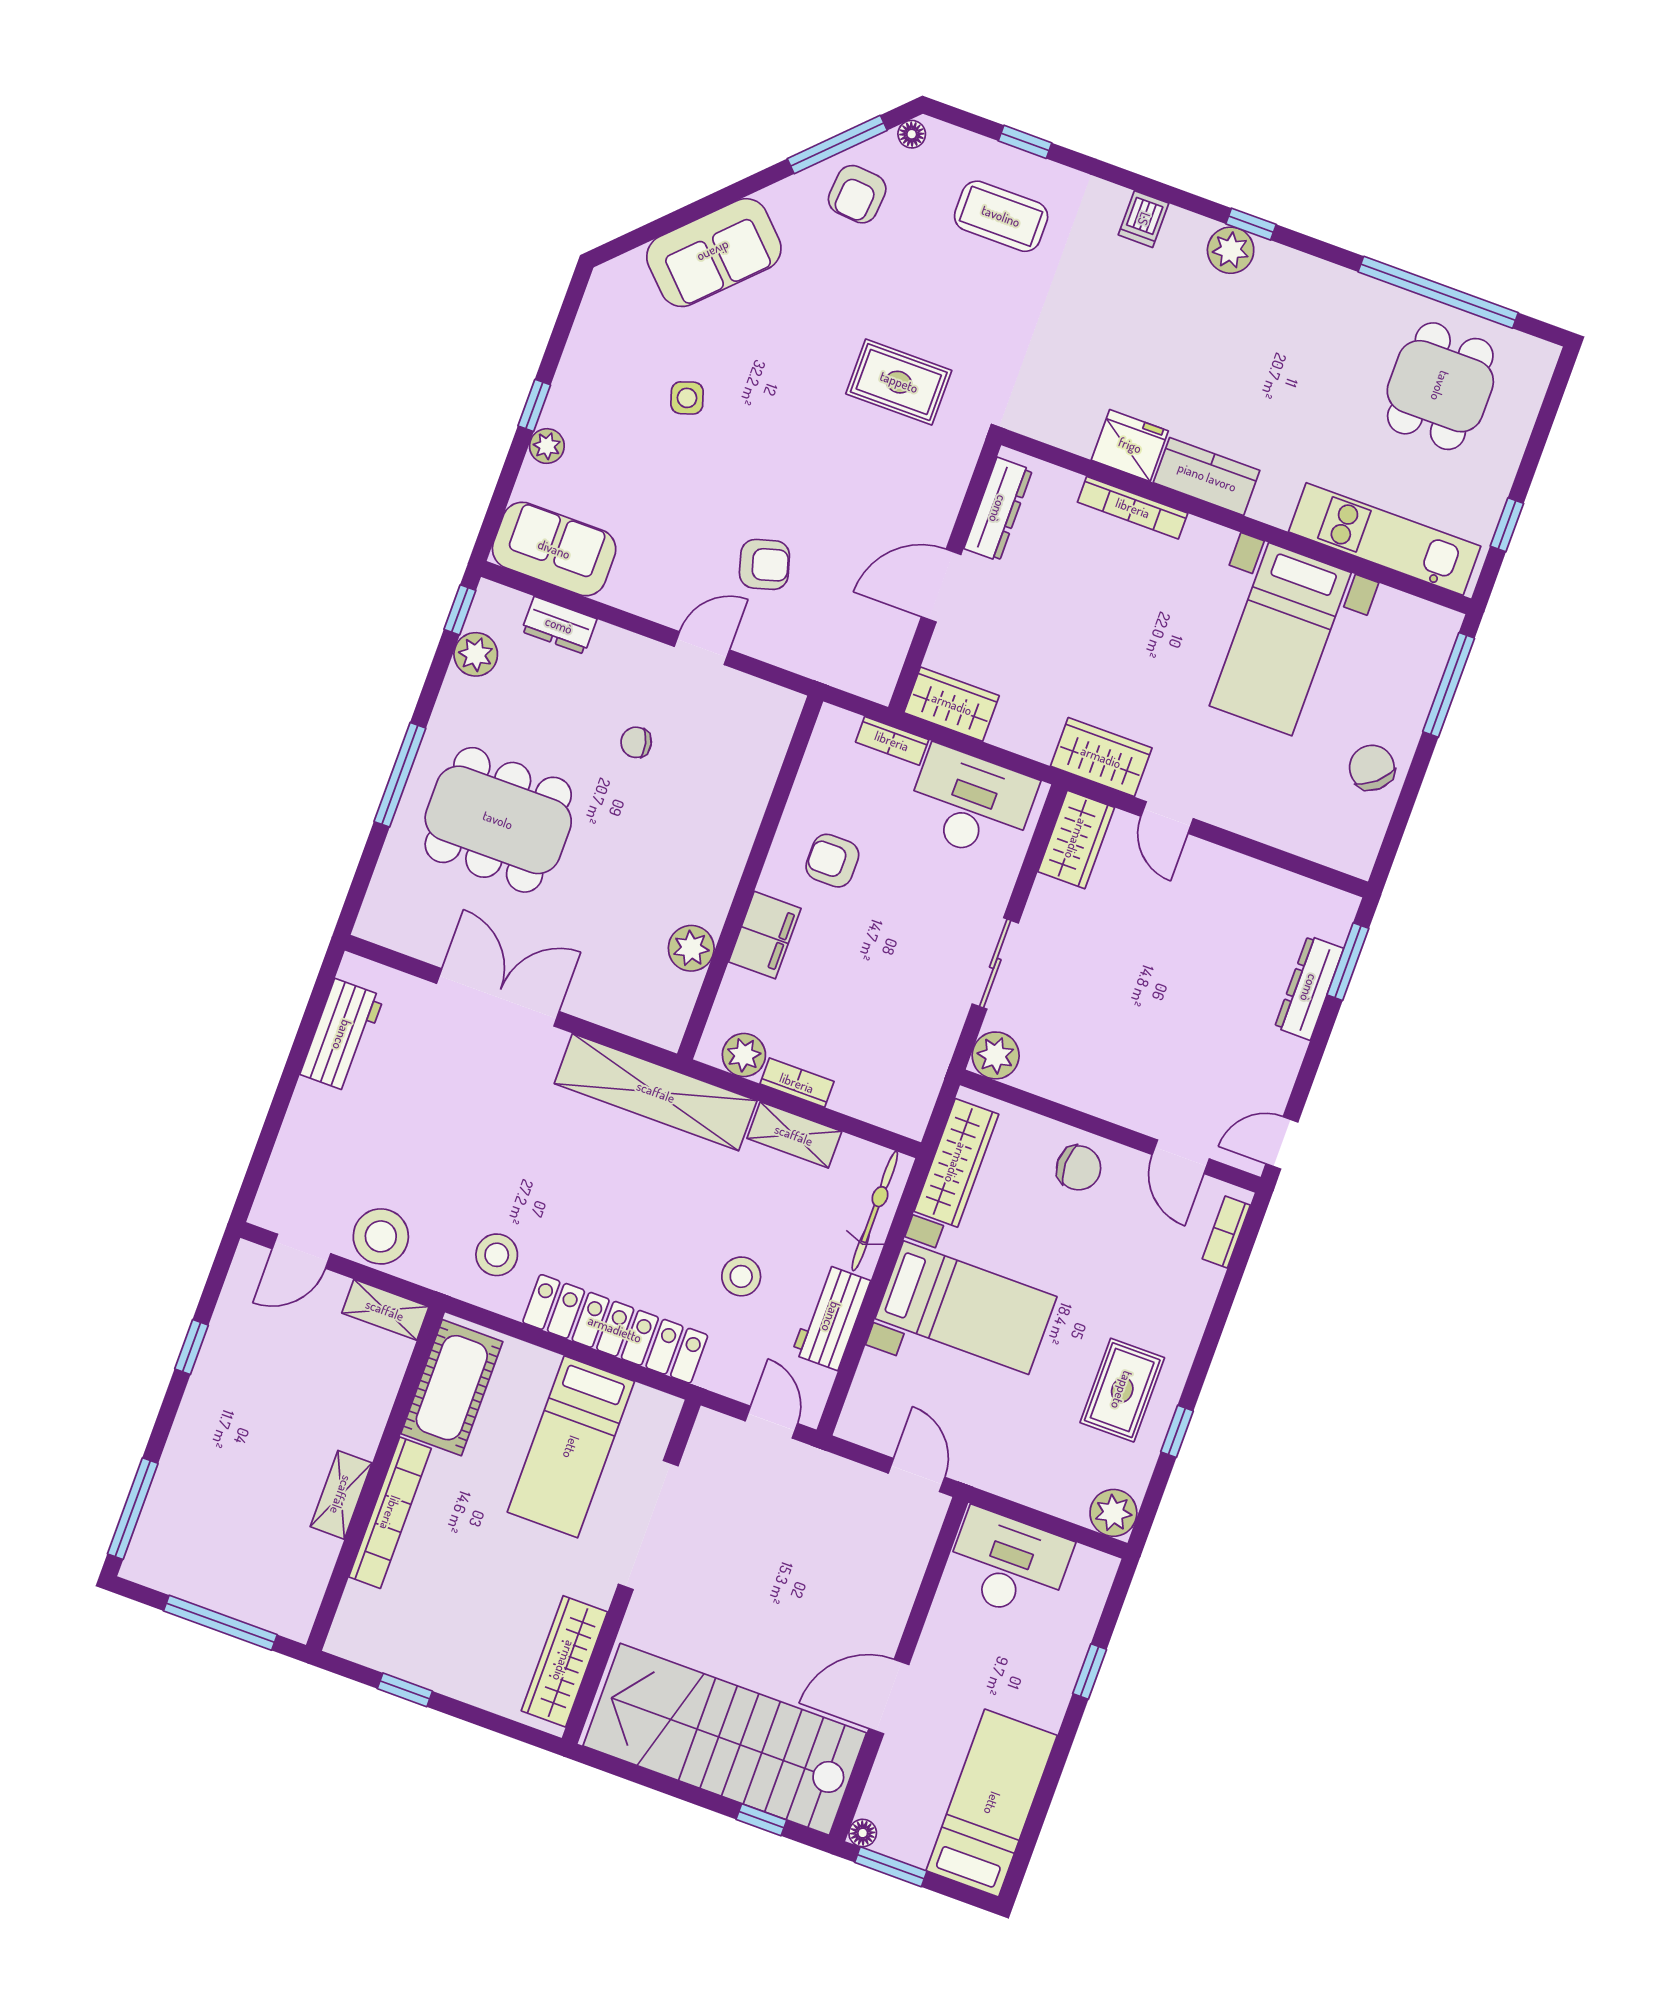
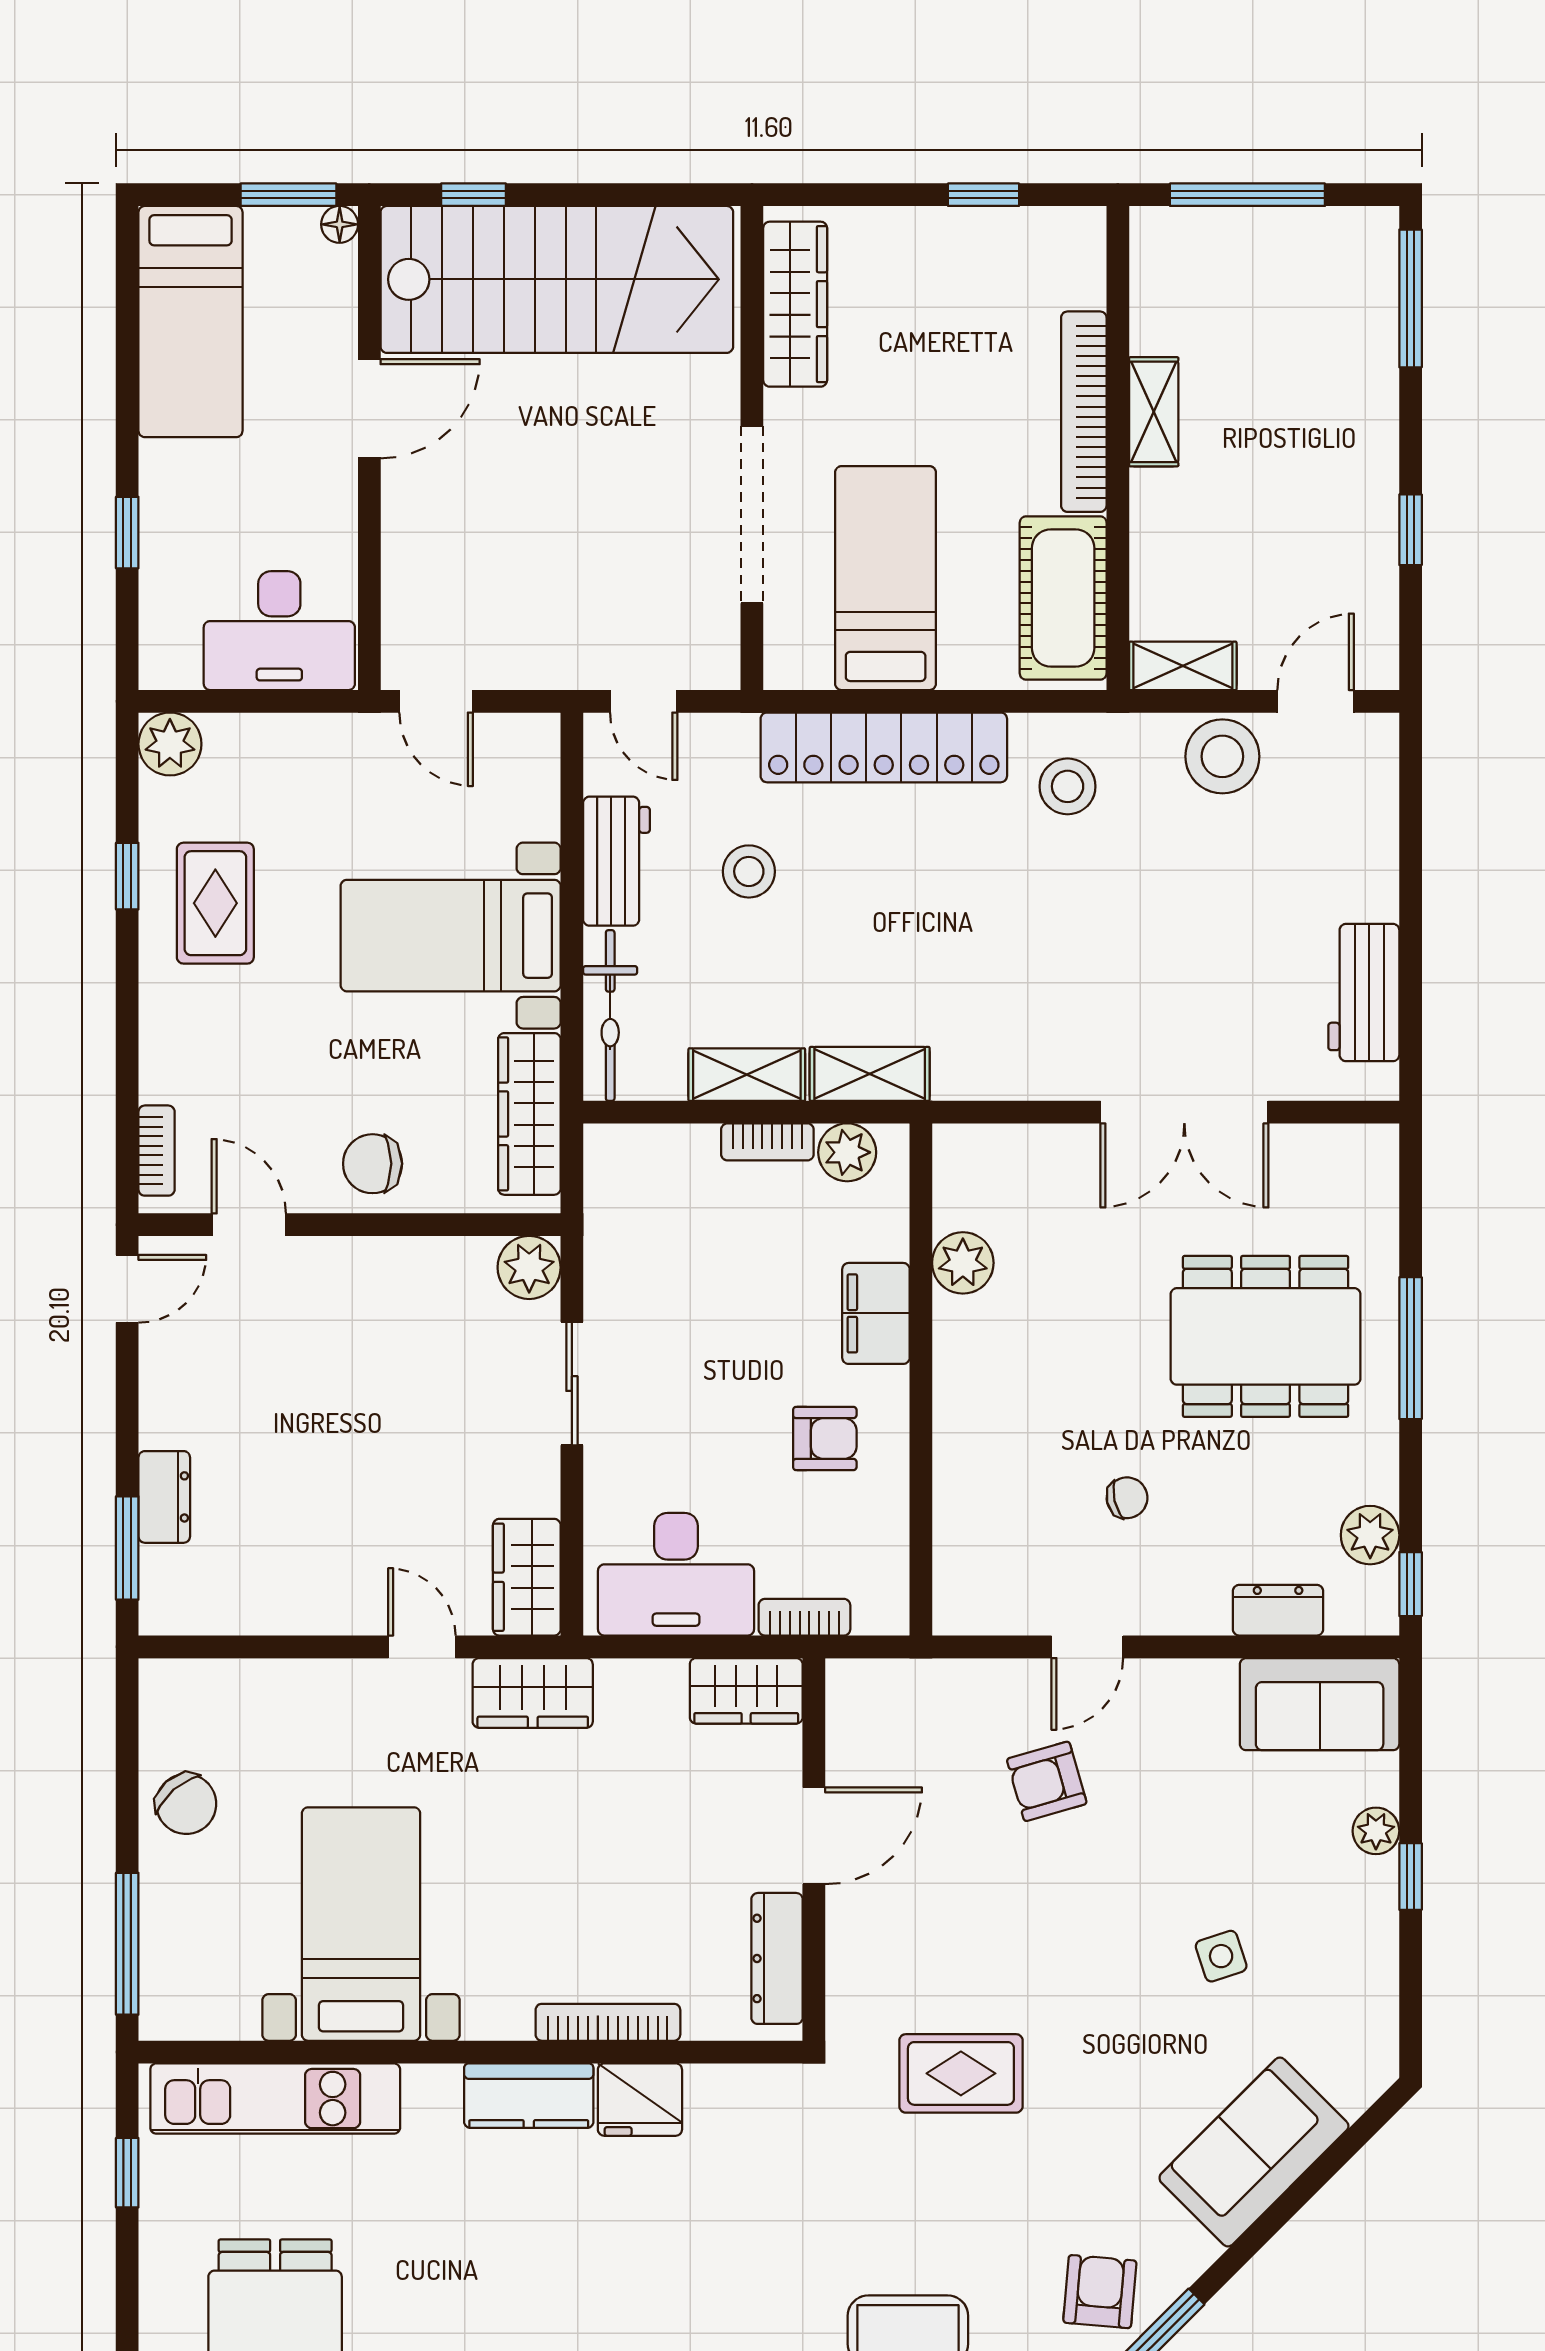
dresser: (1309, 988) -> (164, 1497), width x0.70
shelving: (656, 1092) -> (870, 1074), width x0.45, depth x0.75

